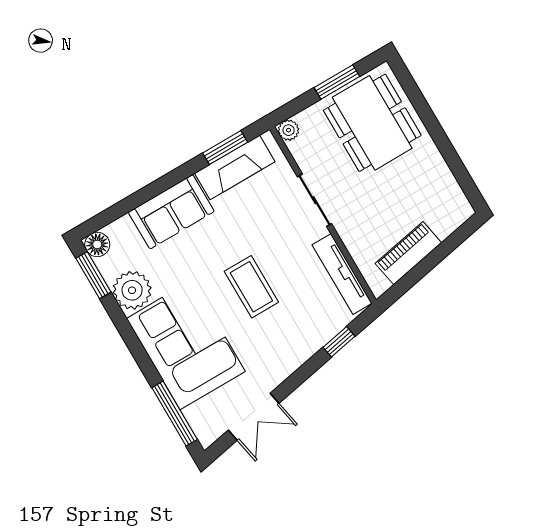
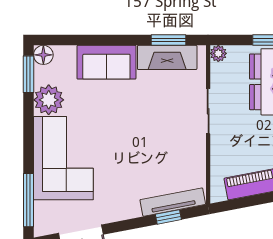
tv unit: (342, 274) -> (173, 202), moved, turned 79
coffee table: (251, 287) -> (131, 145), removed

